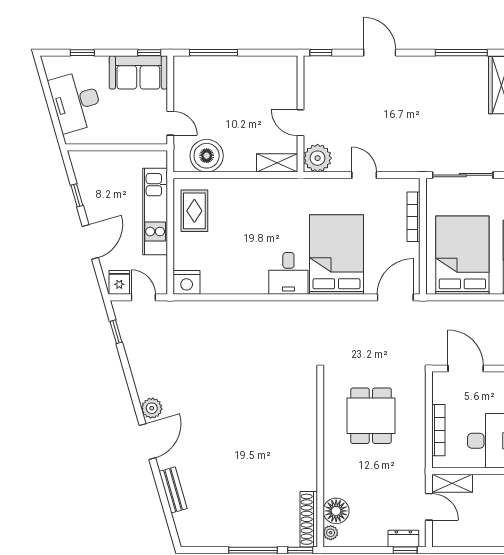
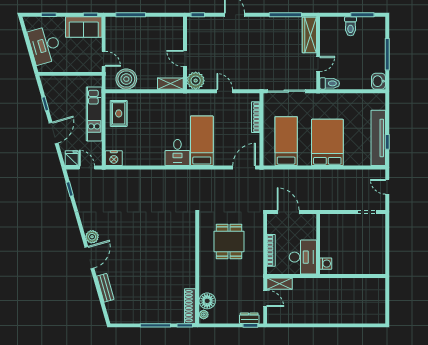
bed: (336, 255) -> (202, 141), width x0.67
bed: (462, 255) -> (286, 141), width x0.67

